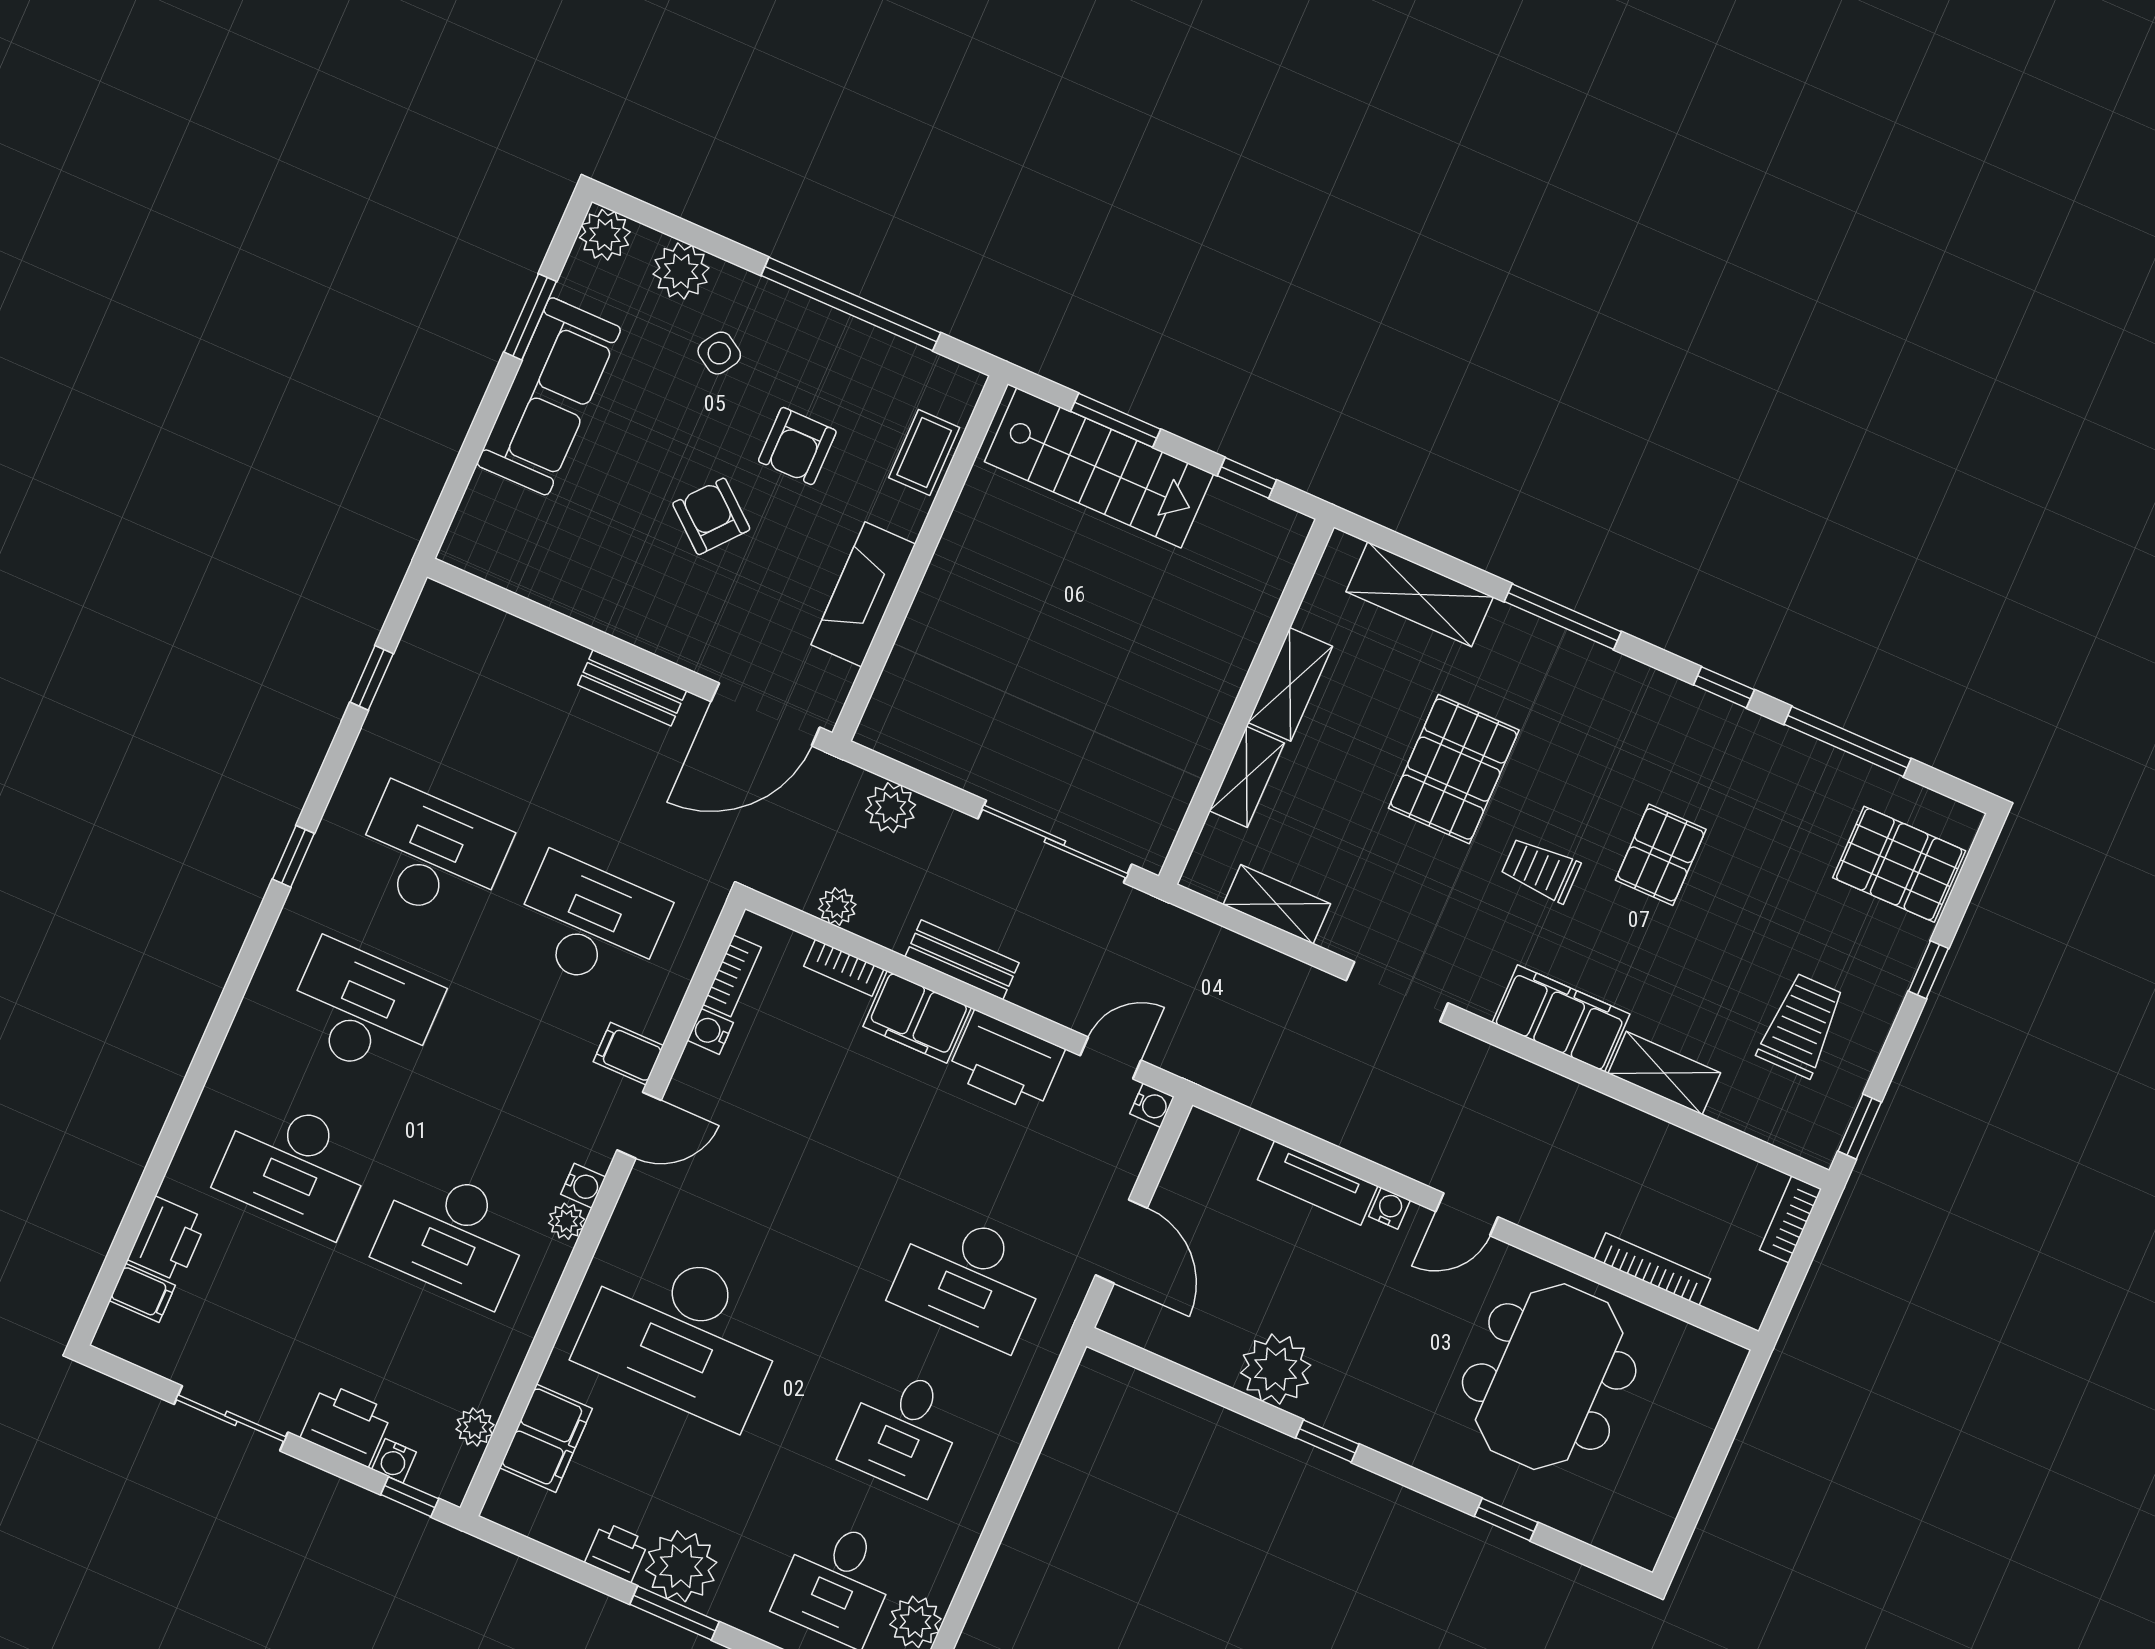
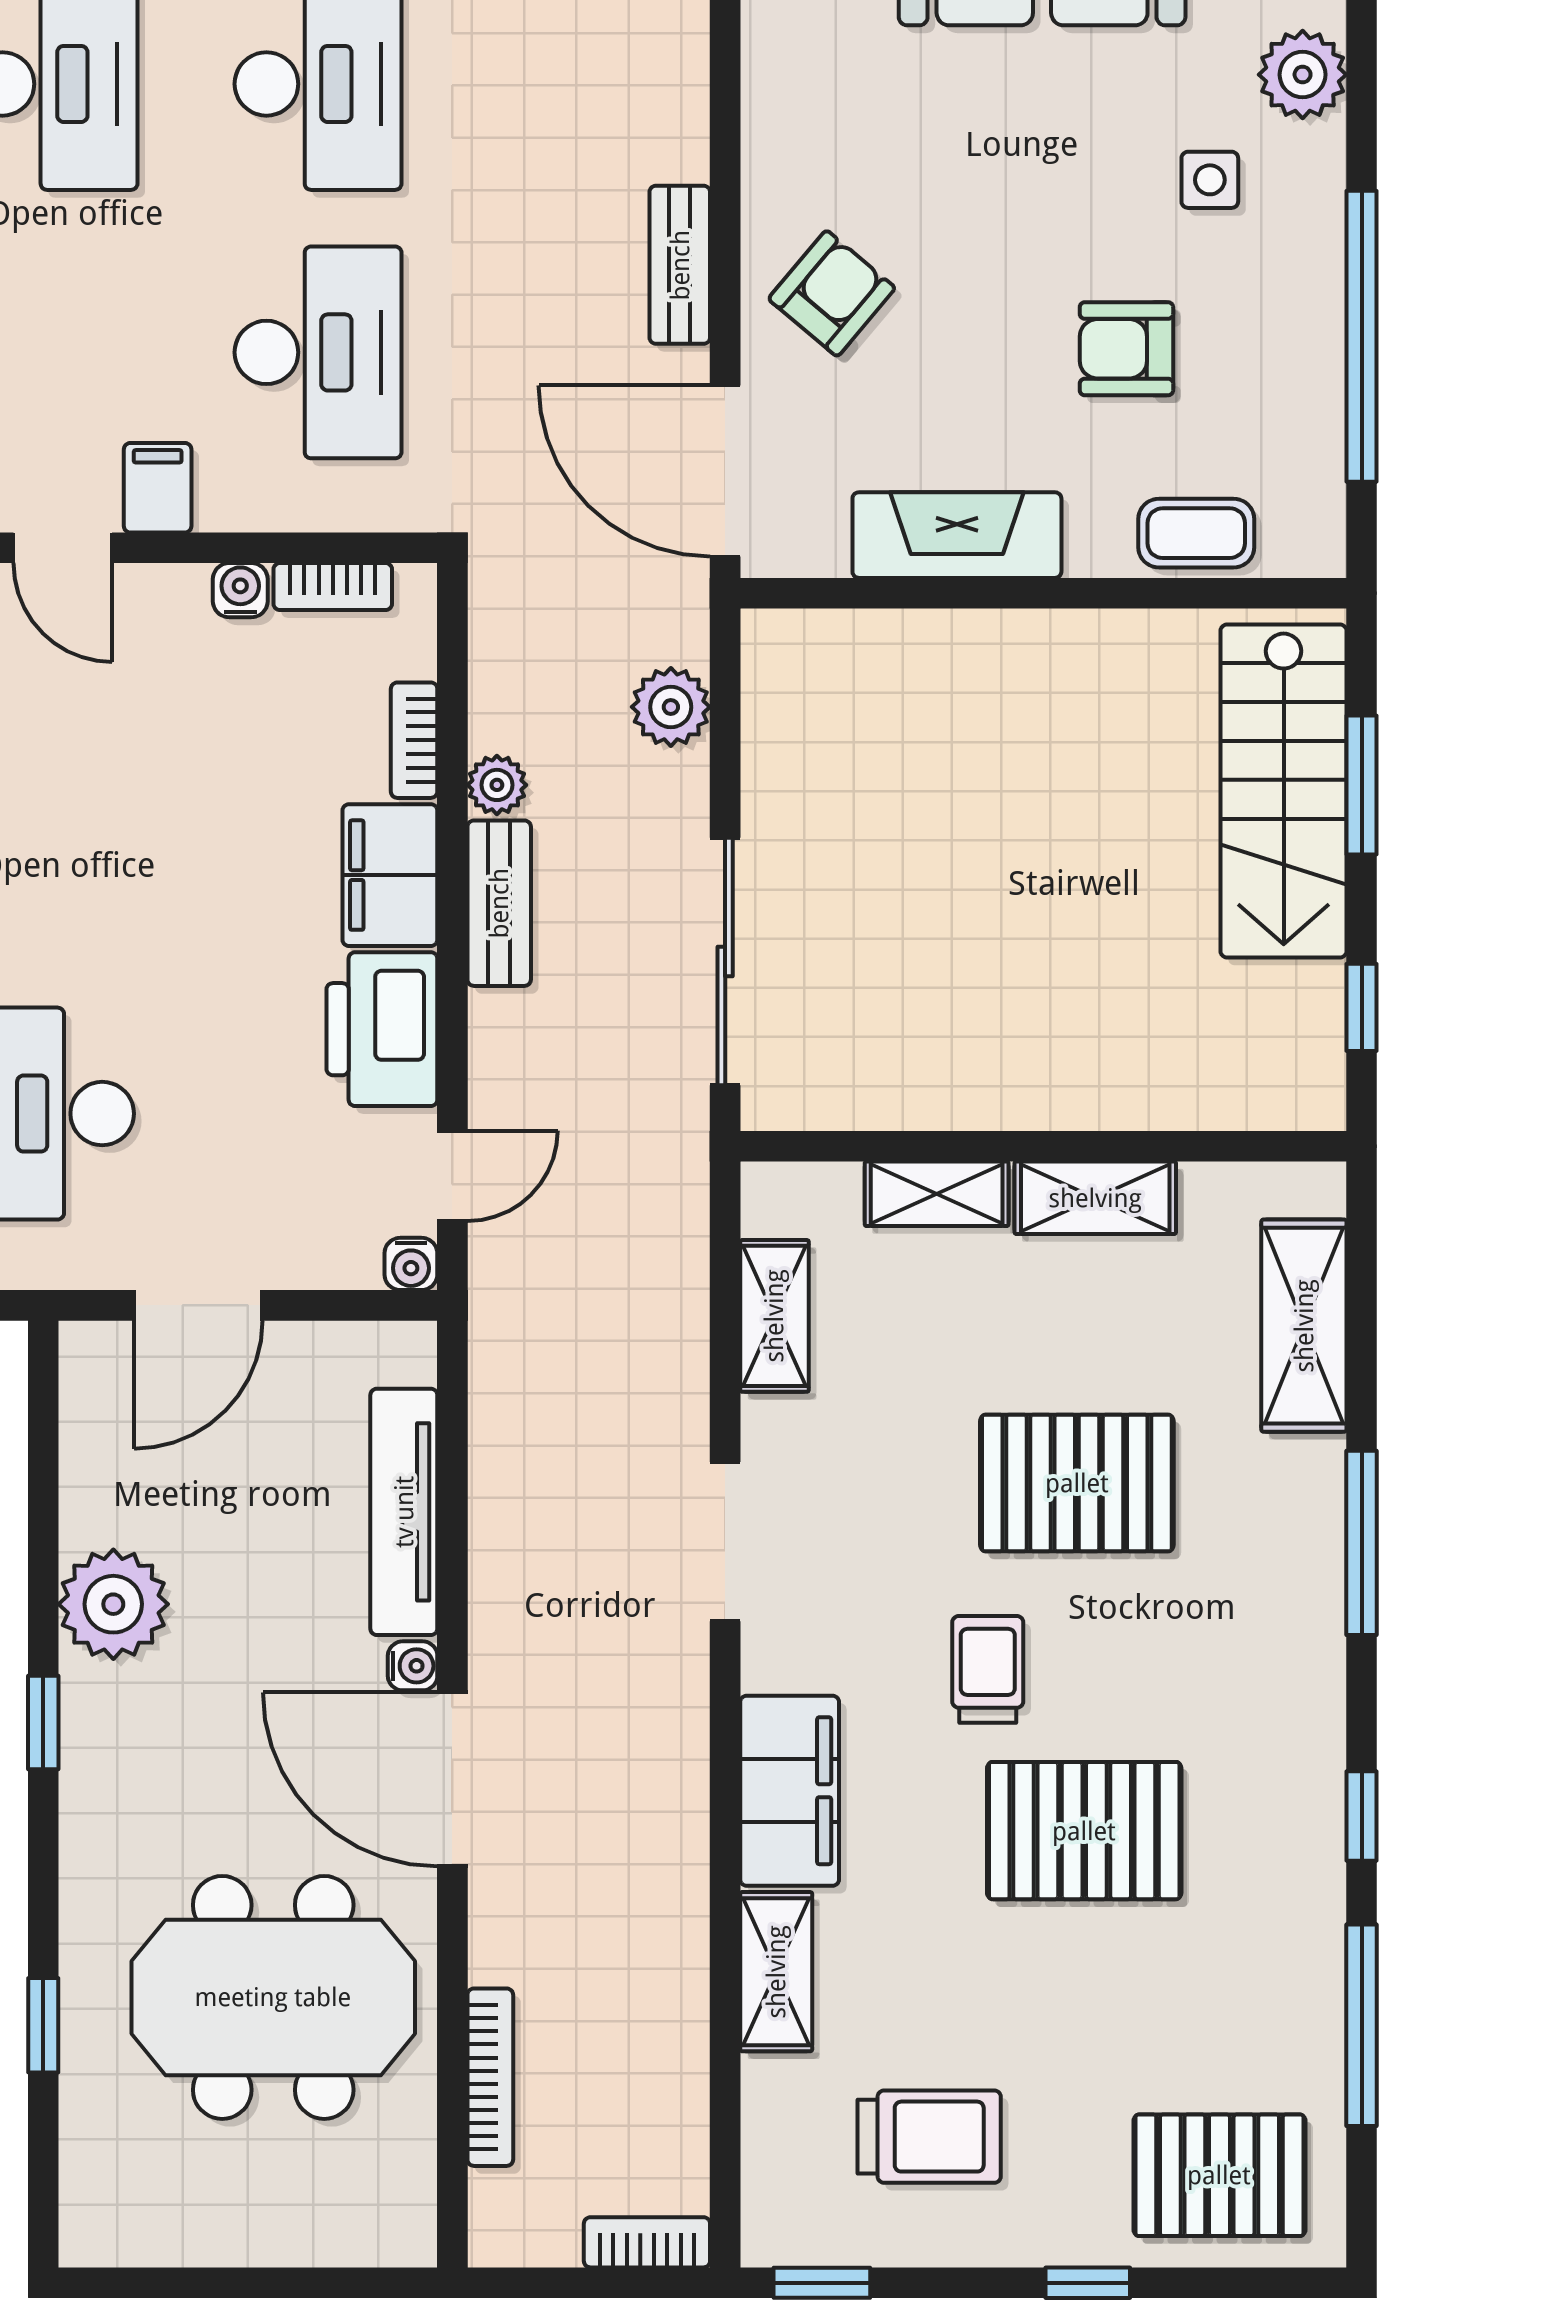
side table: (719, 353) -> (1210, 180), turned -32
armchair: (711, 516) -> (832, 293), moved
pallet: (1661, 855) -> (1084, 1831), width x1.50, depth x1.42
pallet: (1899, 864) -> (1219, 2175), turned 90
plant: (837, 907) -> (497, 785), moved
door: (1111, 1058) -> (452, 1176), hinge flipped
tv unit: (1318, 1183) -> (404, 1512), width x1.41
door: (1467, 1214) -> (452, 1779), width x1.87

